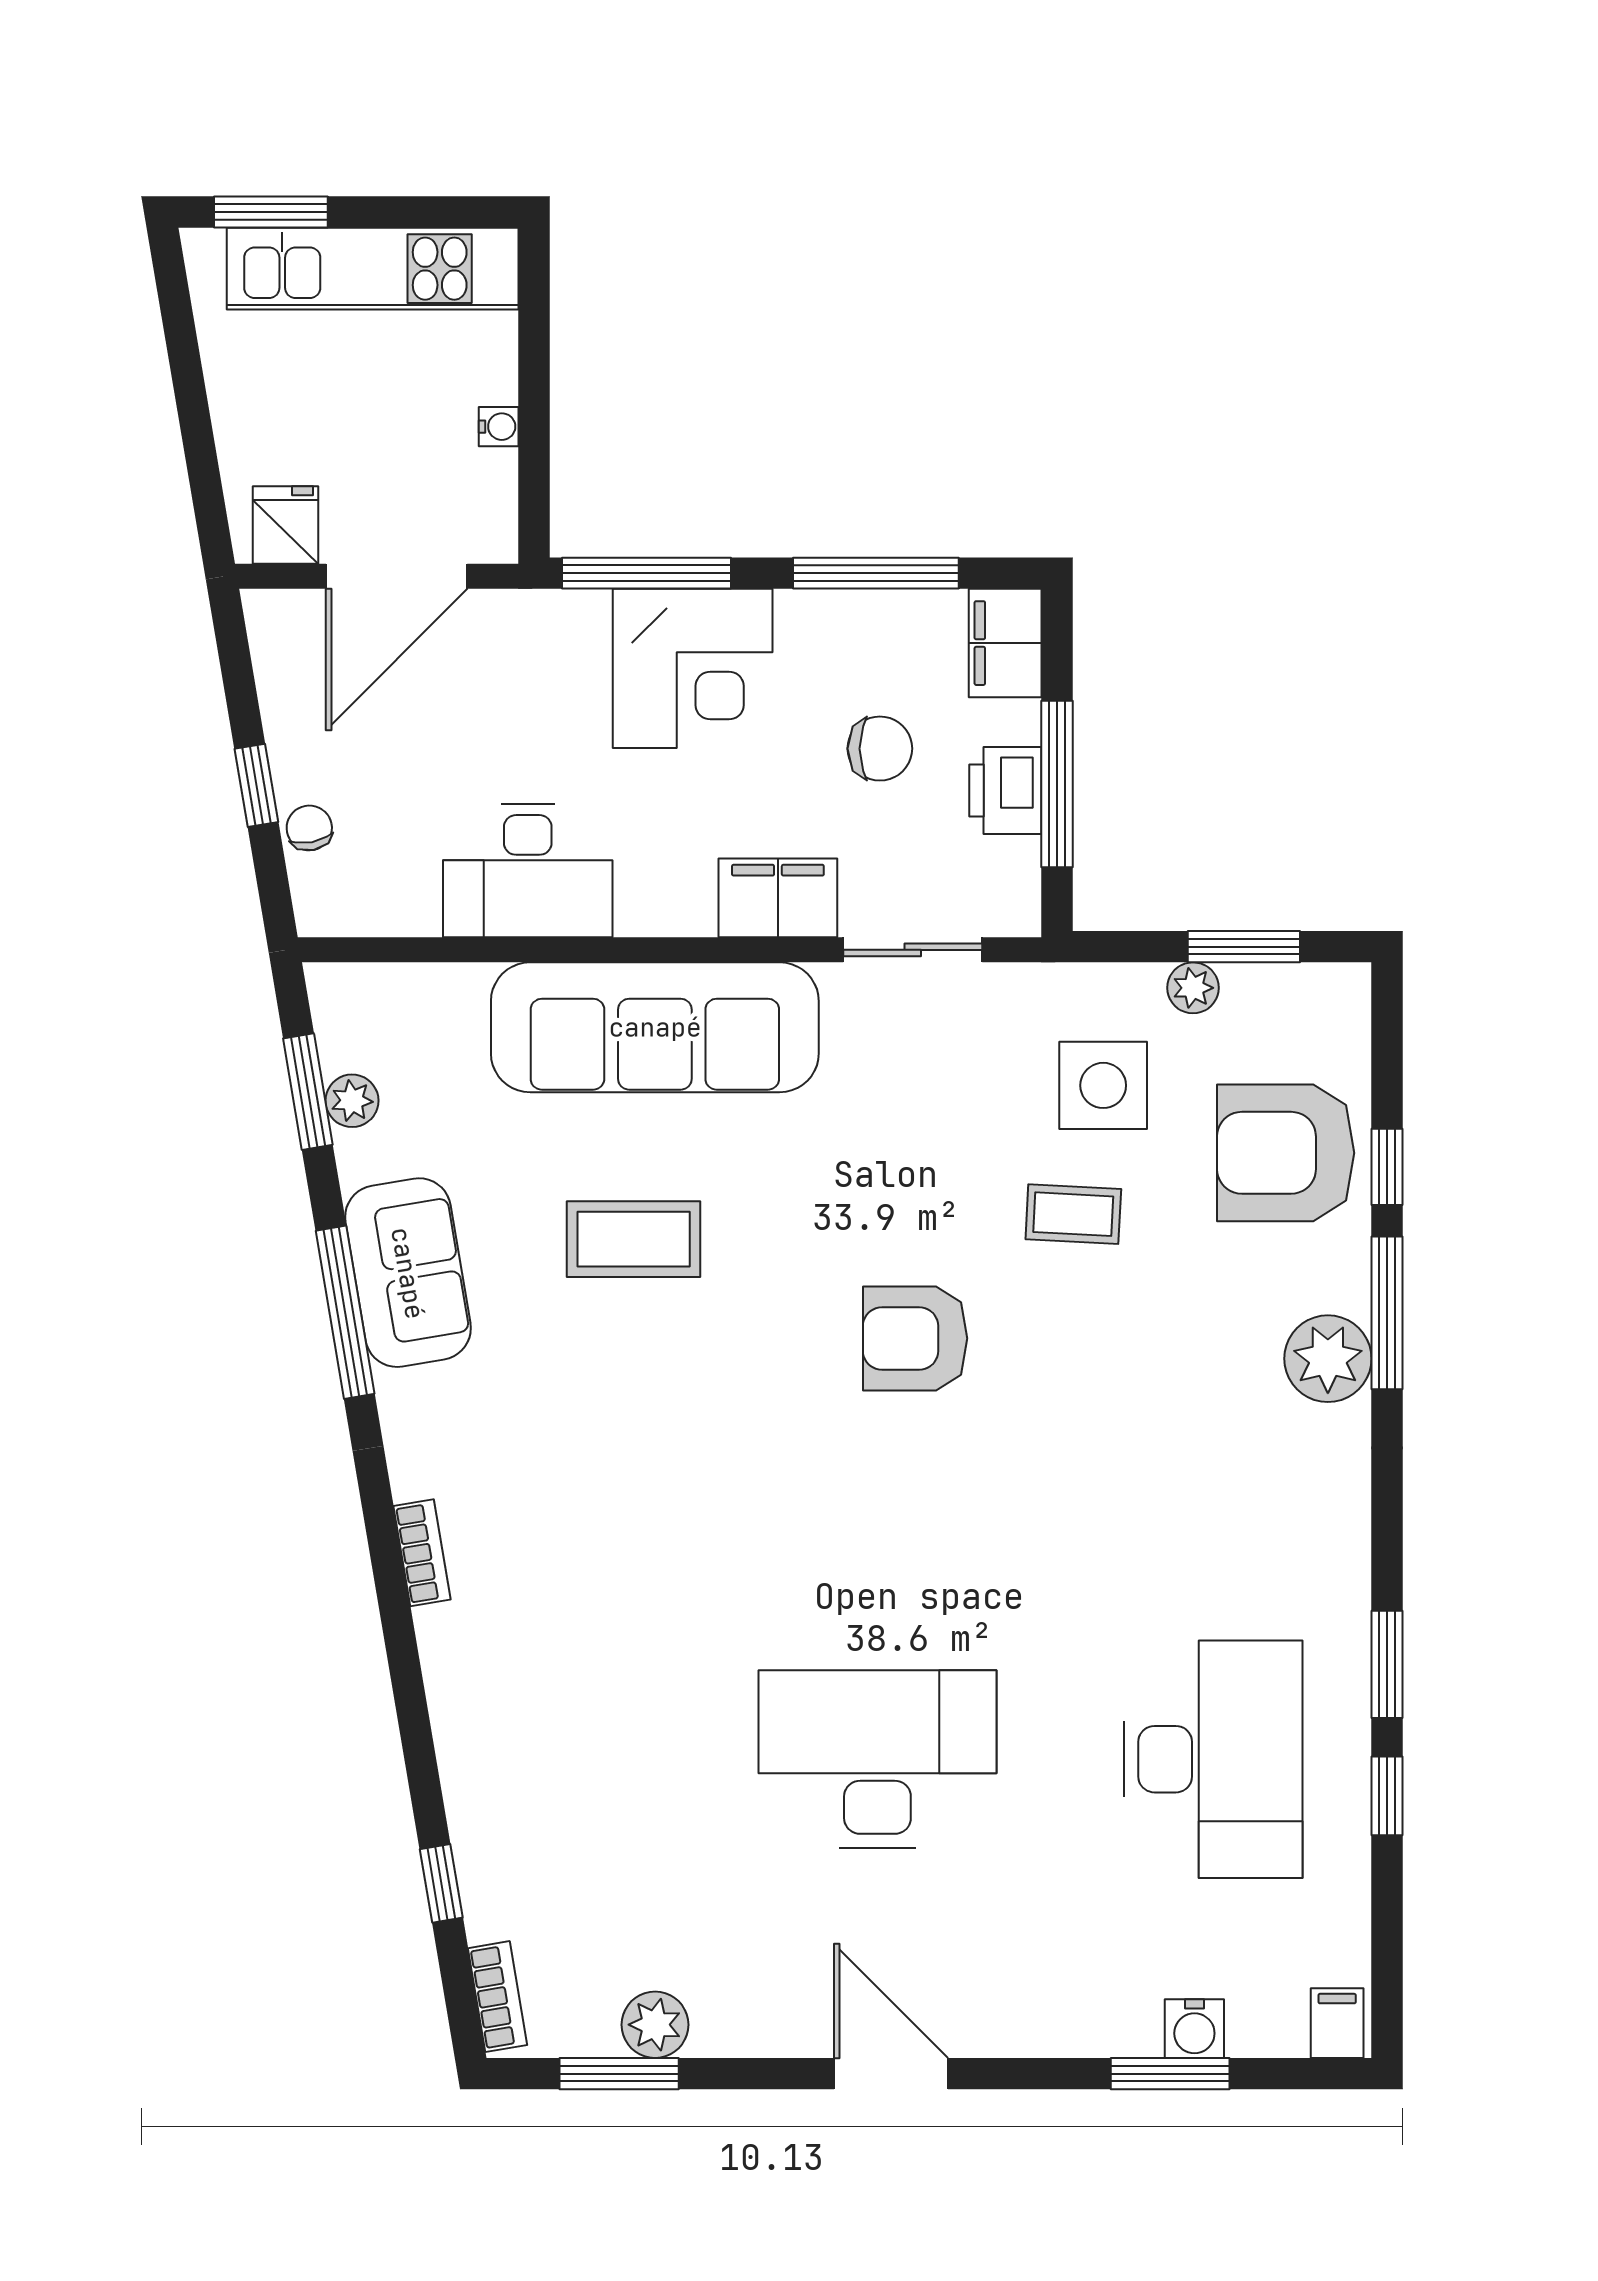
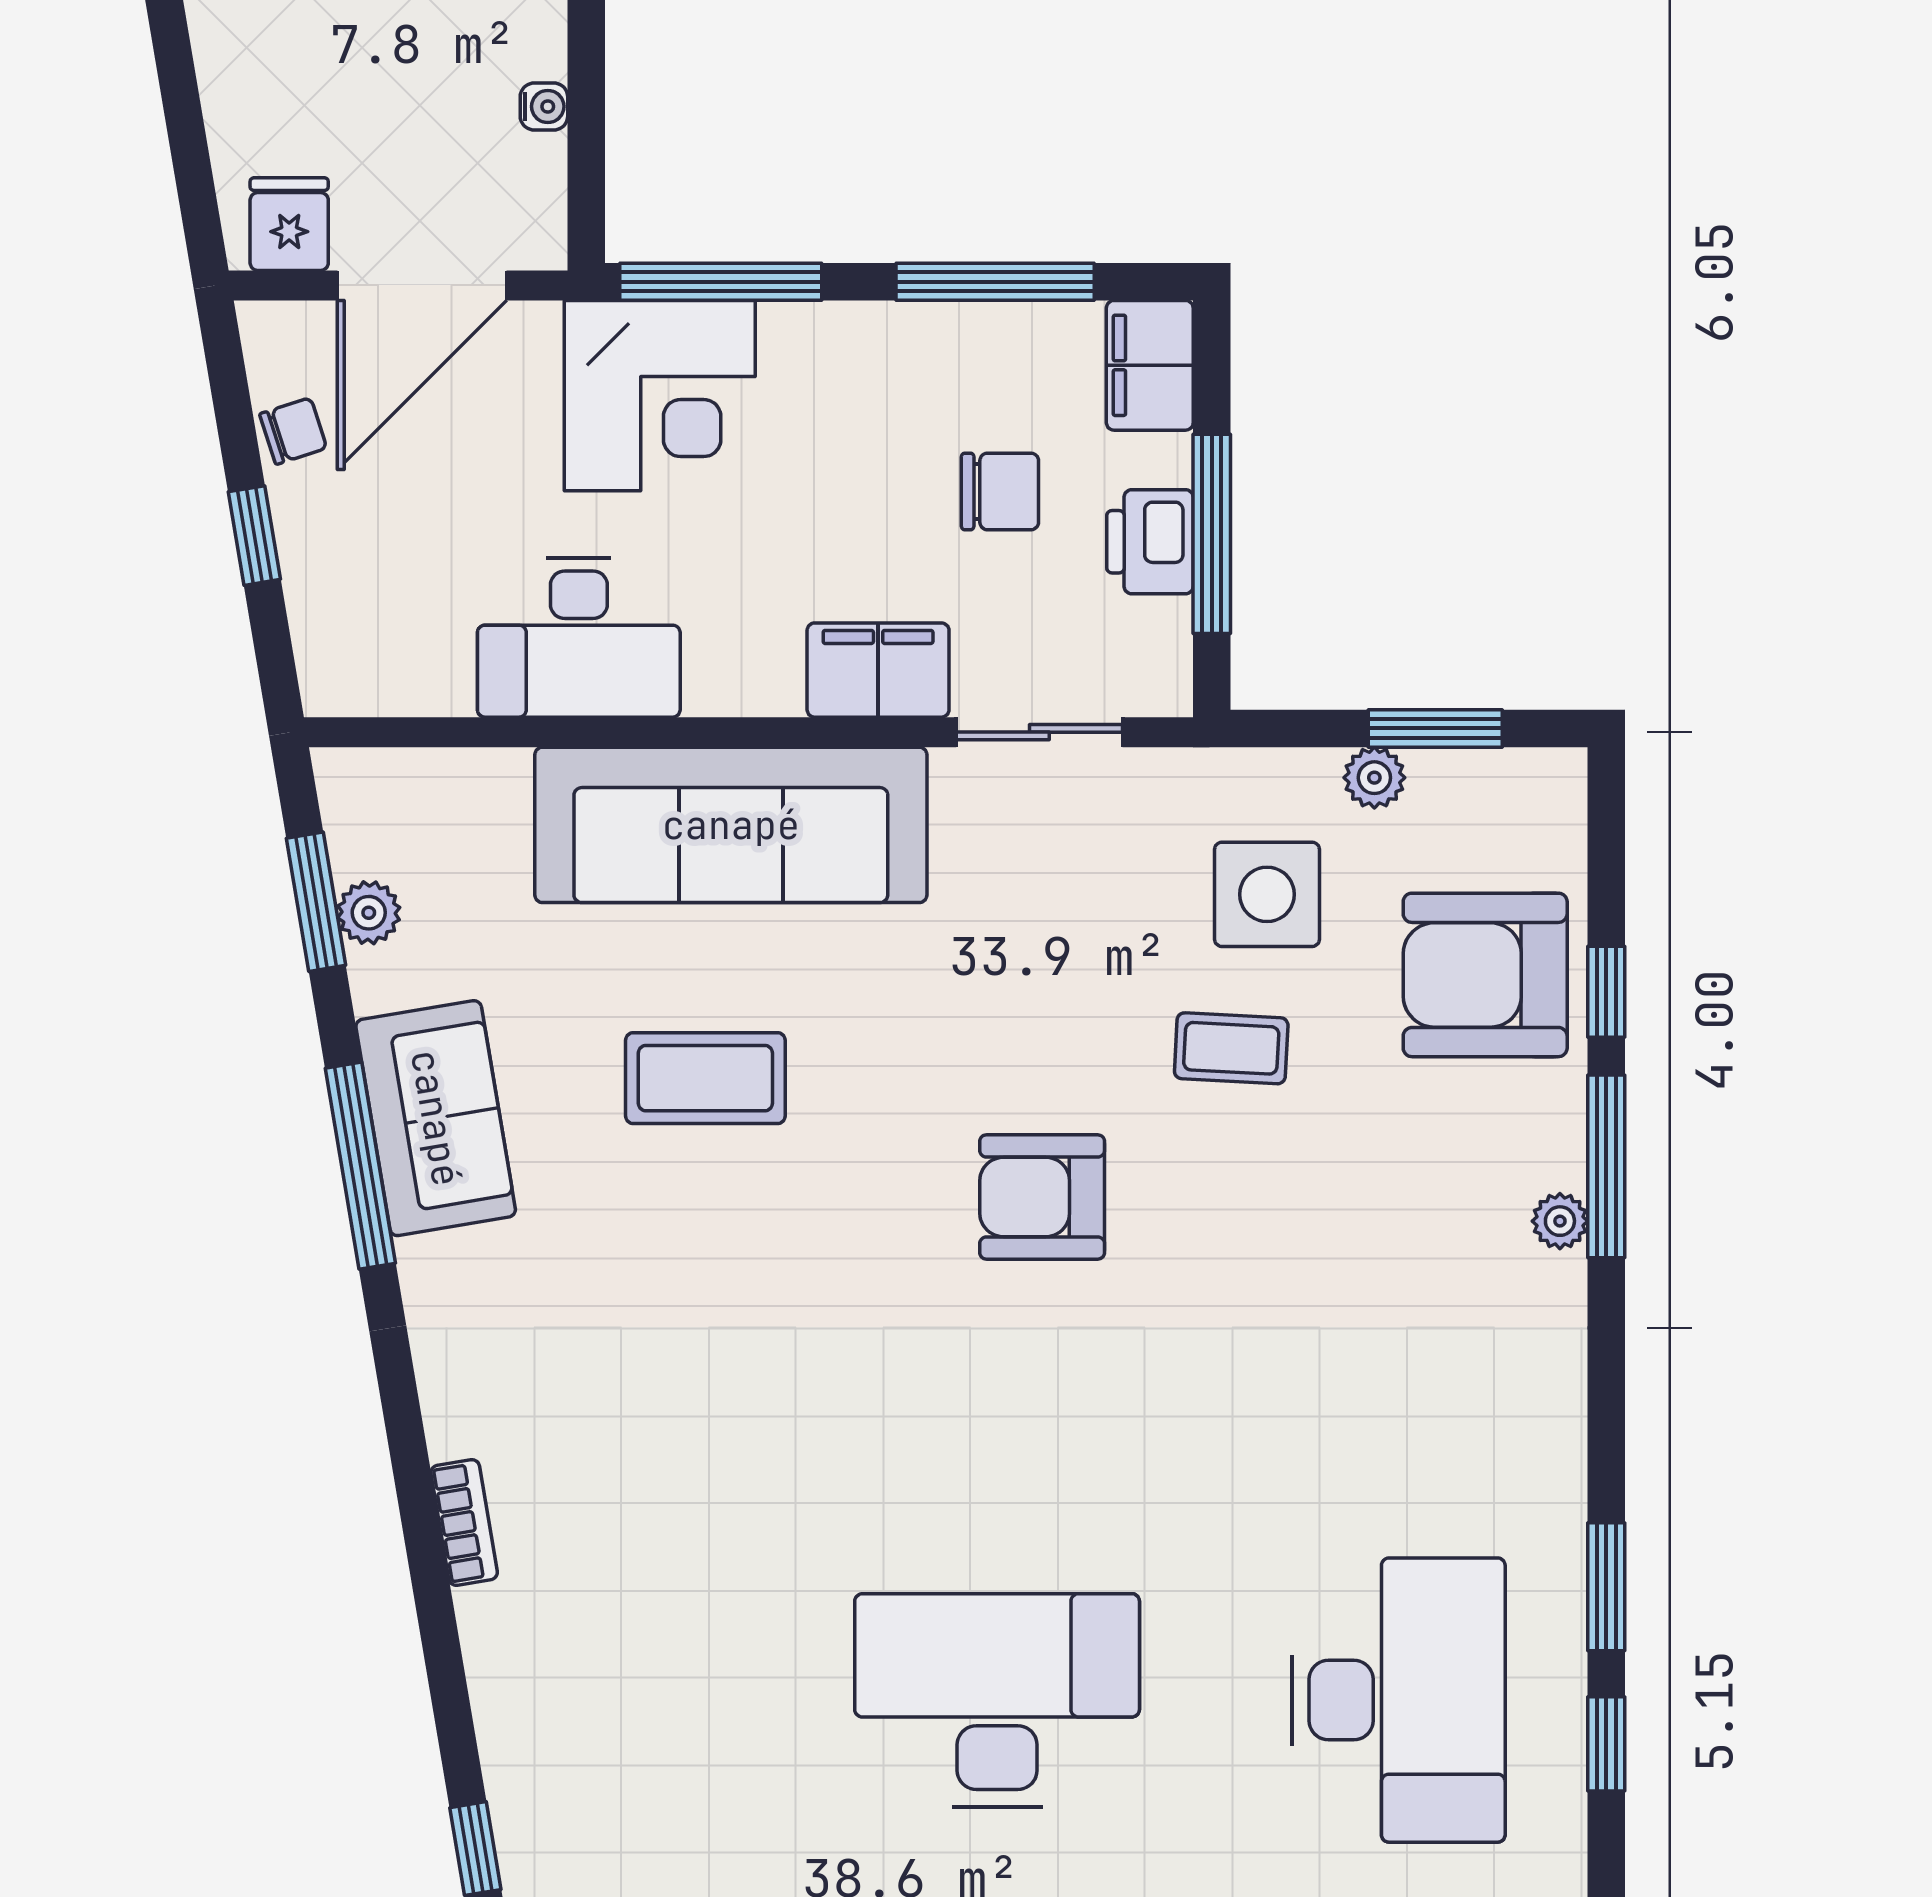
corner desk: (693, 668) -> (660, 396), moved
chair: (309, 828) -> (293, 431), moved, turned 83
plant: (1328, 1359) -> (1560, 1221), width x0.53, depth x0.53
bookcase: (422, 1553) -> (464, 1522), moved

